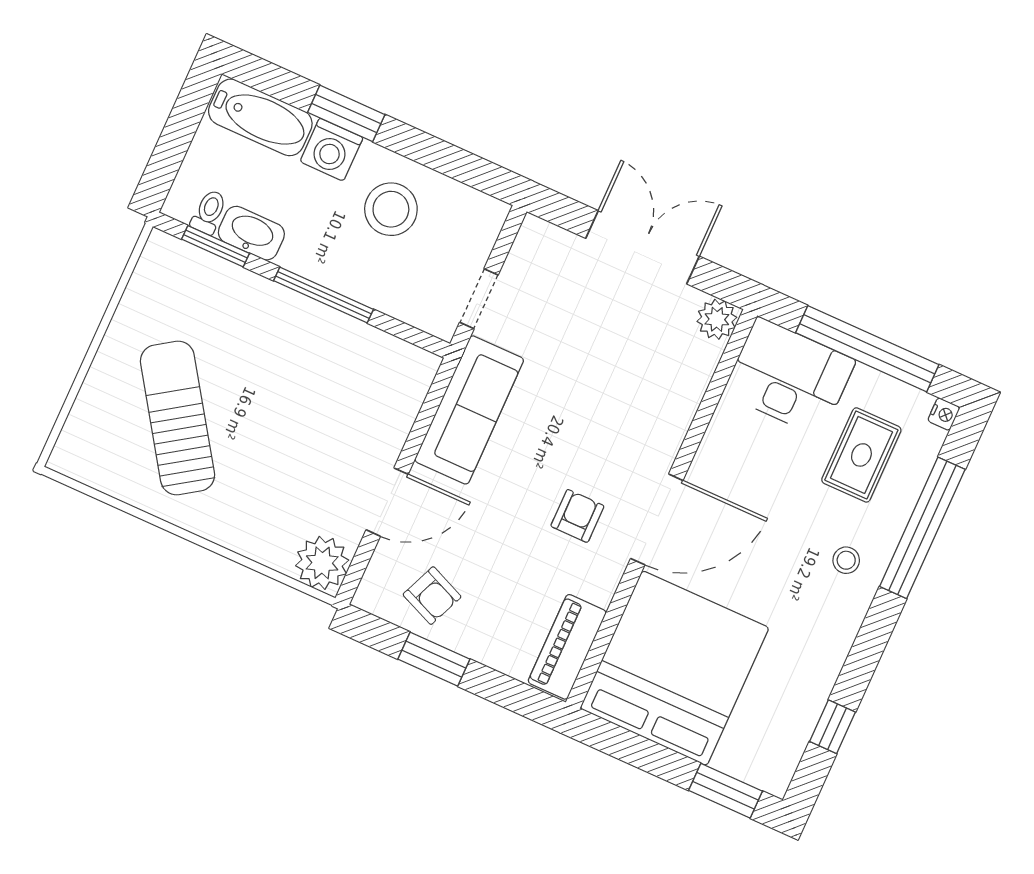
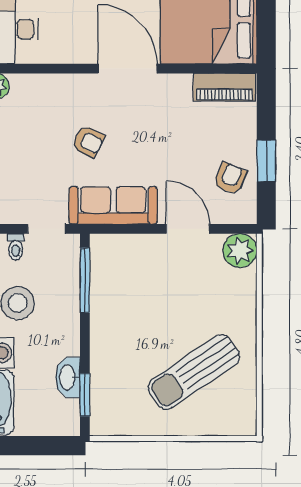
toilet: (209, 212) -> (16, 247), moved, turned -90
window: (324, 295) -> (85, 280), moved
armchair: (577, 516) -> (88, 141), moved, turned -153

